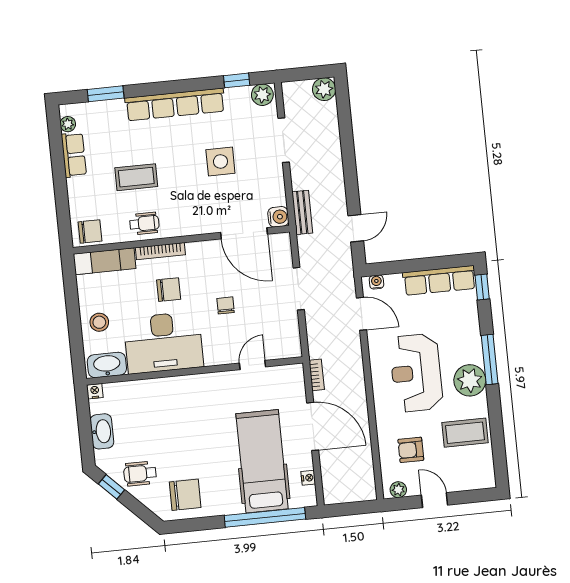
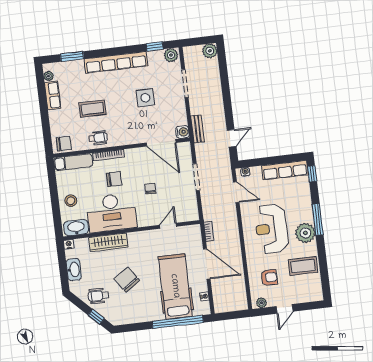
wardrobe: (158, 389) -> (108, 242), added
armchair: (411, 450) -> (269, 277), turned 180
window: (111, 487) -> (96, 317), moved
chair: (185, 495) -> (127, 280), moved, turned -124
door: (435, 500) -> (285, 309), swing flipped

